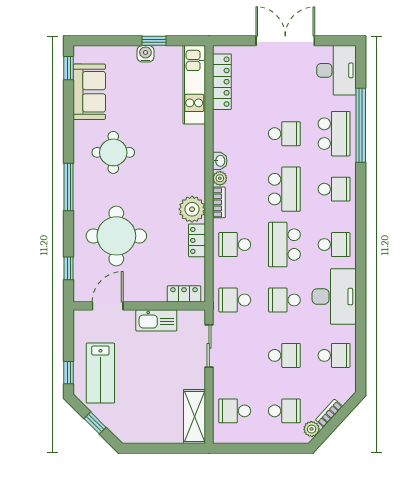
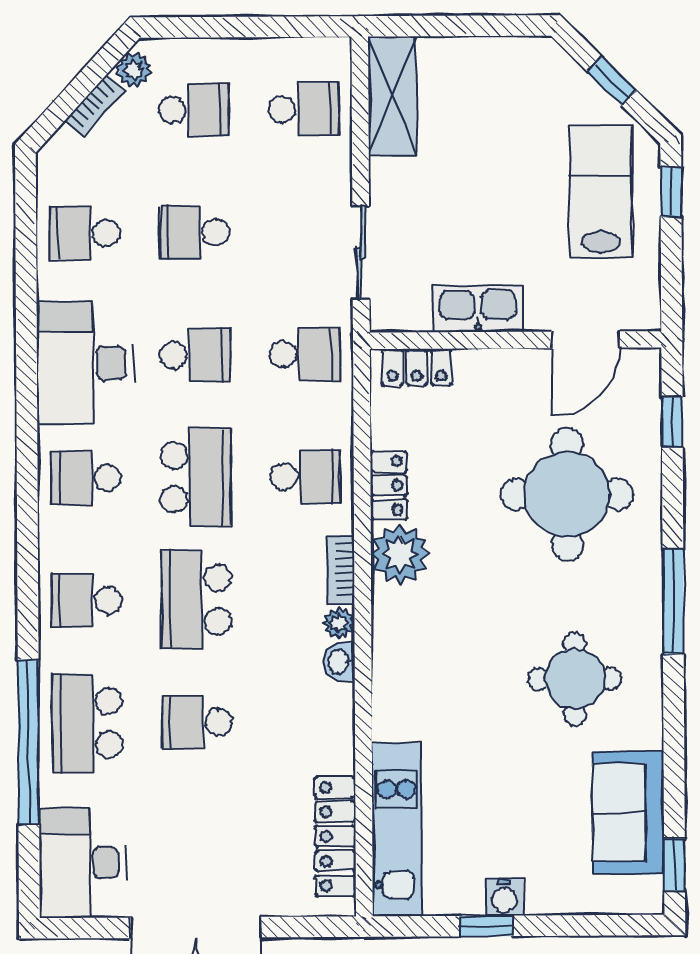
school desk: (284, 411) -> (194, 110), turned 180

